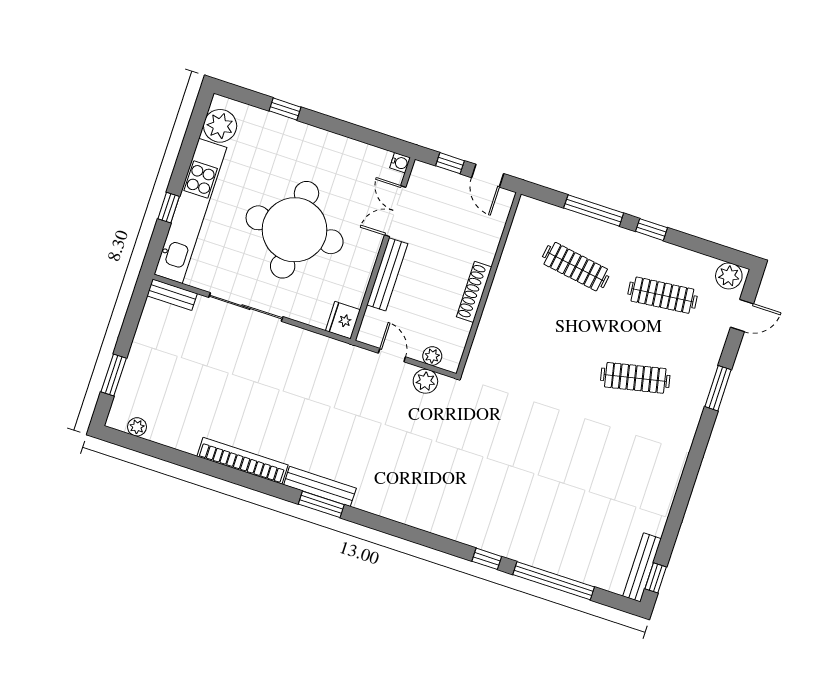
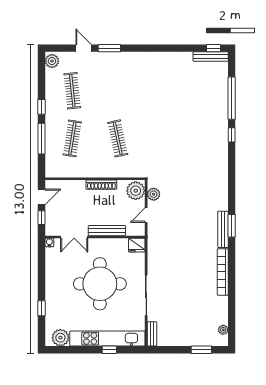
door: (742, 316) -> (84, 48), moved
plant: (432, 356) -> (136, 191), width x1.88, depth x1.88
clothes rail: (635, 378) -> (118, 138), moved

